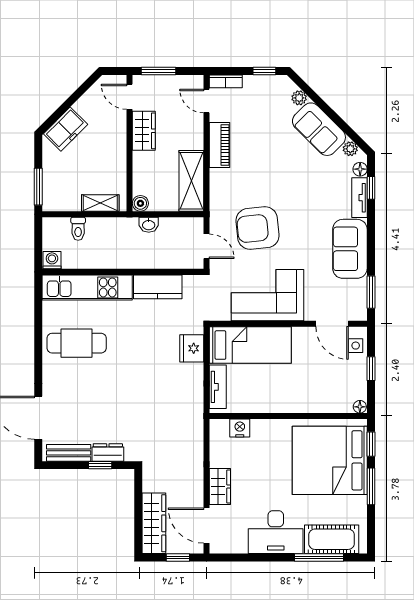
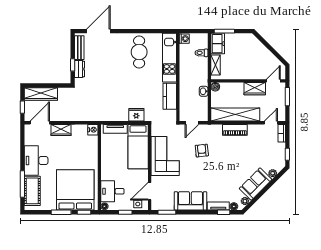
freezer: (66, 129) -> (218, 44), moved, turned -135
piano: (220, 145) -> (235, 130), moved
shelving: (191, 181) -> (235, 115), width x1.47
armchair: (258, 228) -> (202, 151), width x0.53, depth x0.53
desk: (332, 392) -> (112, 191), added
nightstand: (240, 428) -> (93, 130), moved

